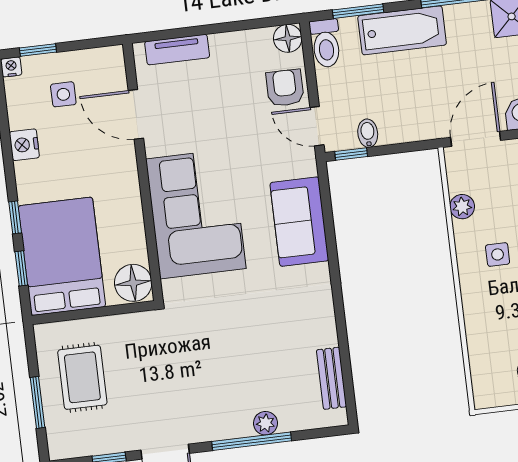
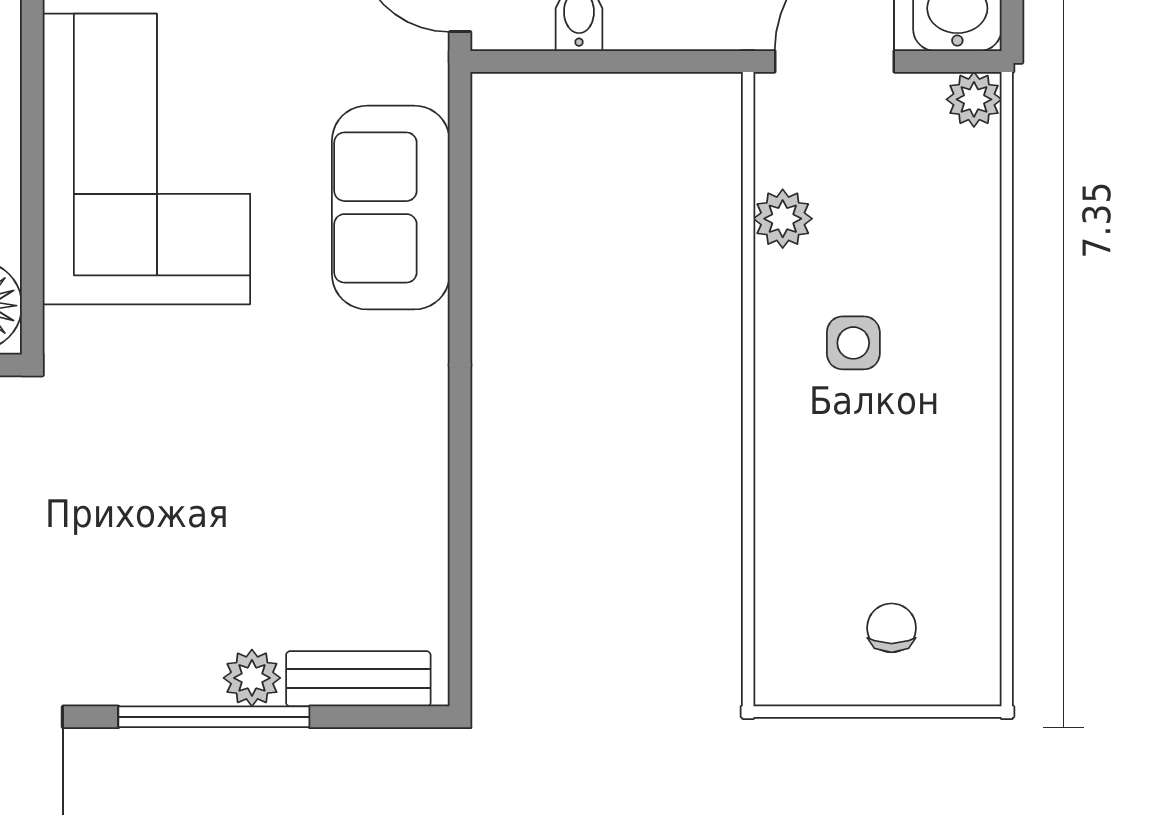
window: (351, 154) -> (534, 61), removed
bench: (331, 378) -> (358, 679), moved, turned 90

